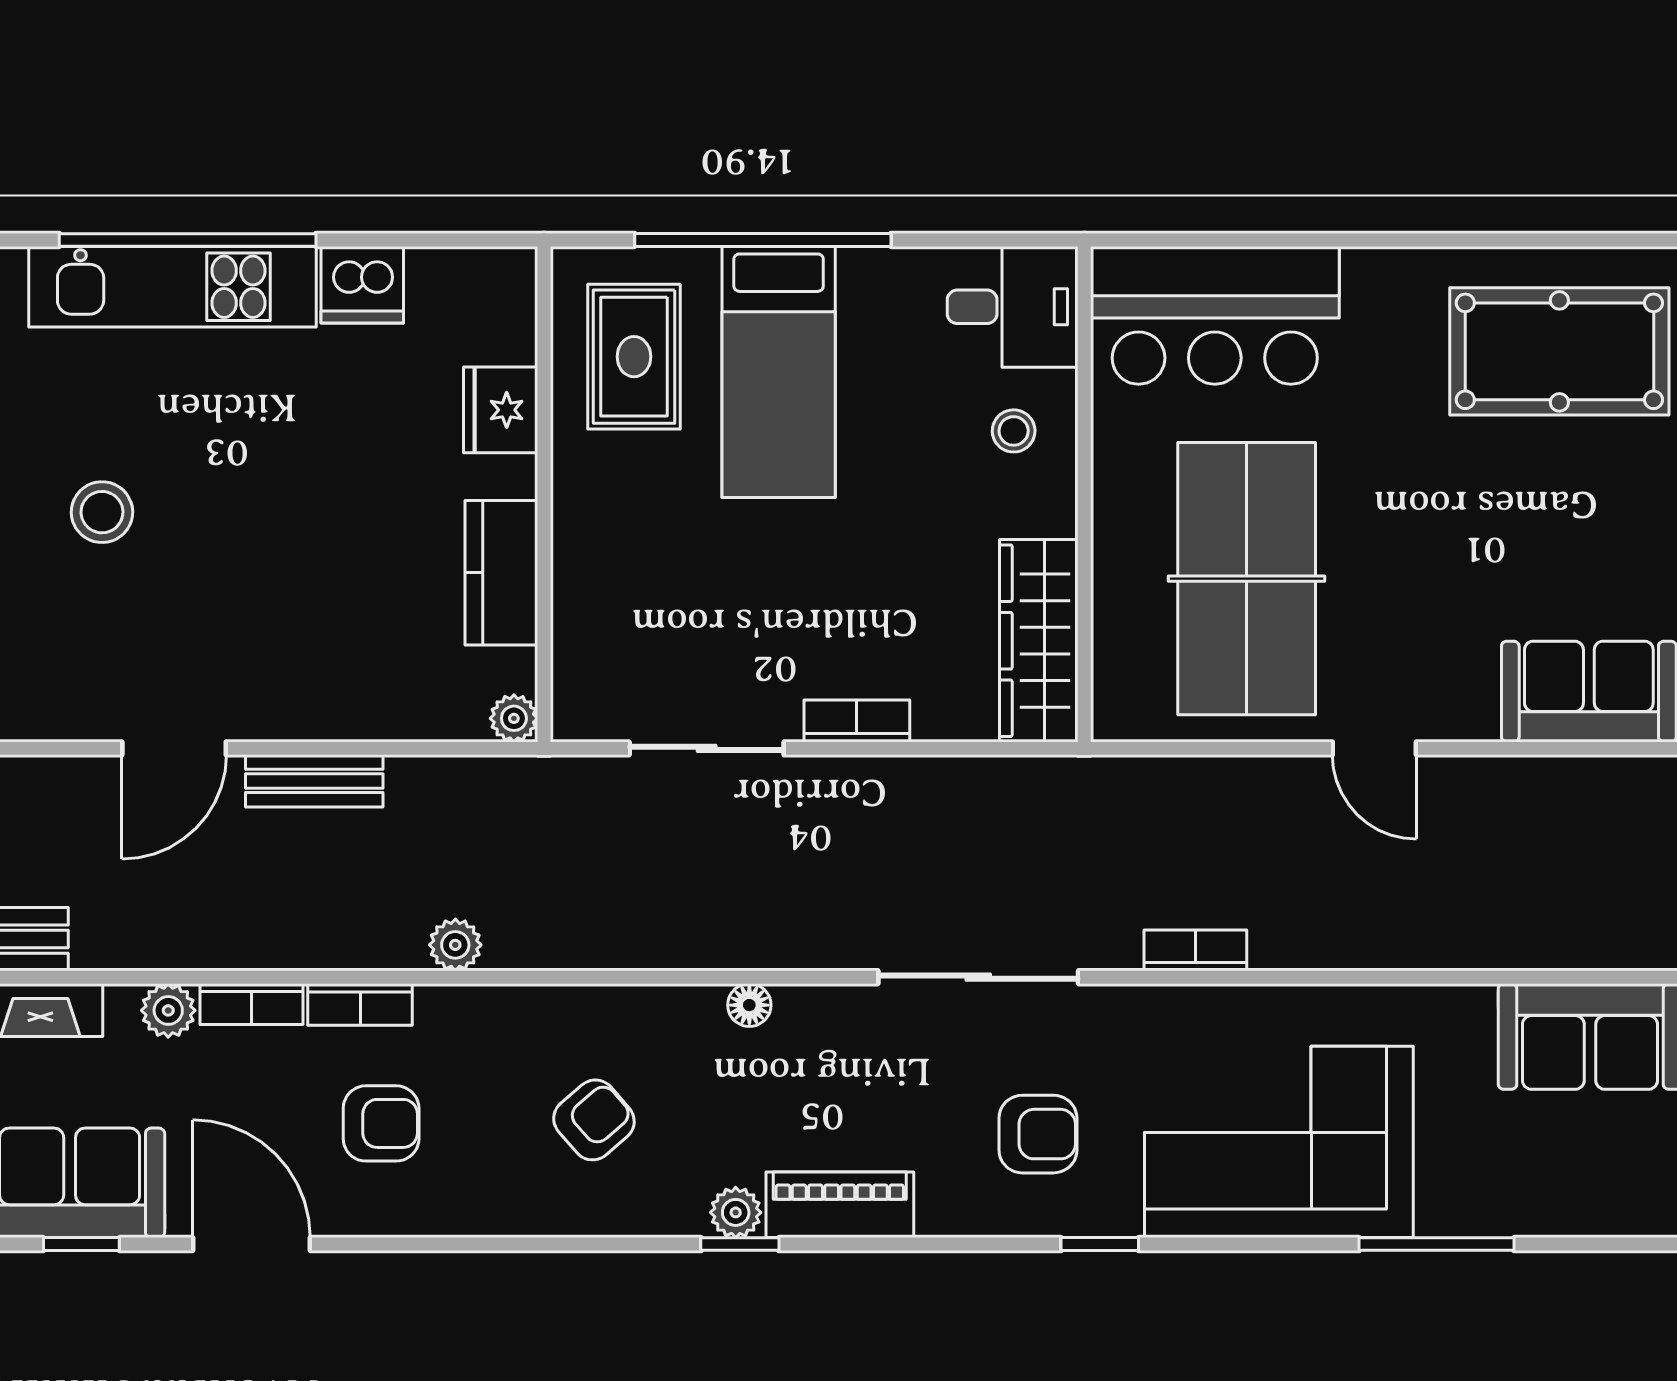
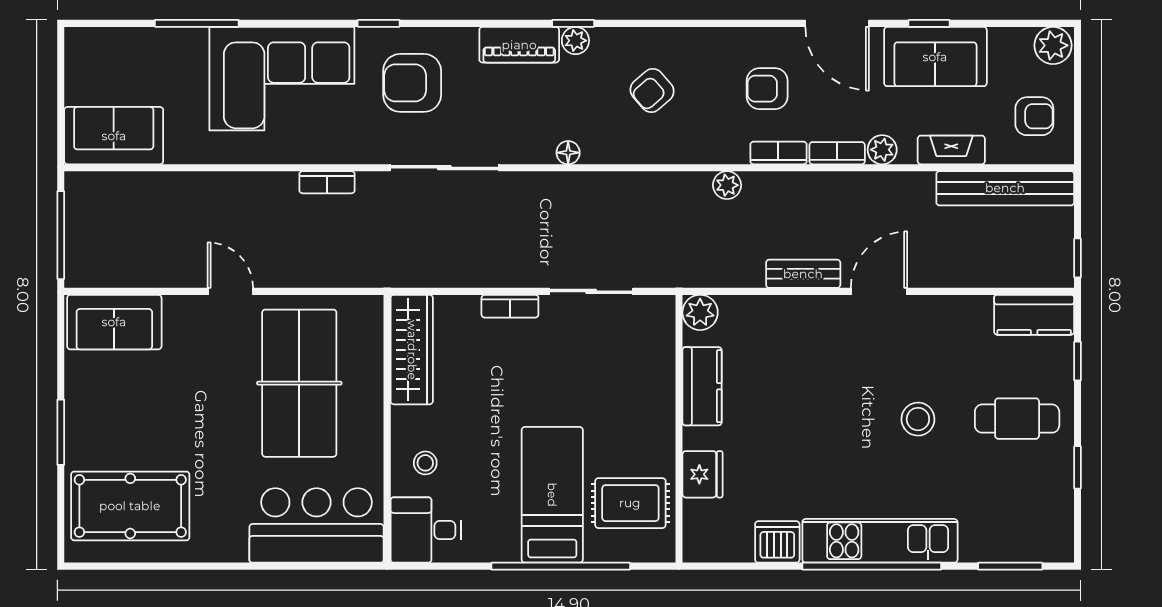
rug: (634, 357) -> (630, 503), turned 90
plant: (514, 718) -> (700, 312), width x1.38, depth x1.38
armchair: (1038, 1134) -> (412, 83), width x1.38, depth x1.38

